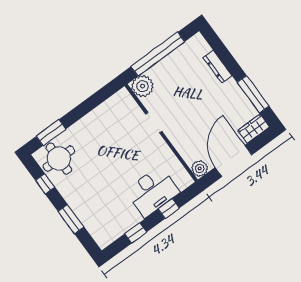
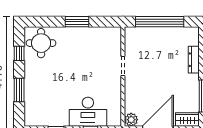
plant: (143, 86) -> (133, 36), removed
window: (51, 133) -> (77, 22), moved

